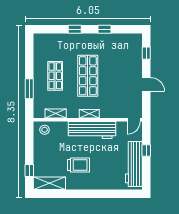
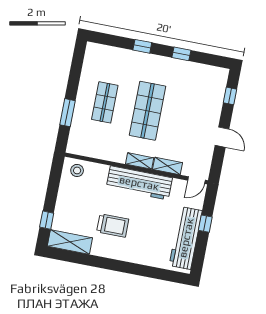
shelving: (56, 114) -> (168, 166), moved

